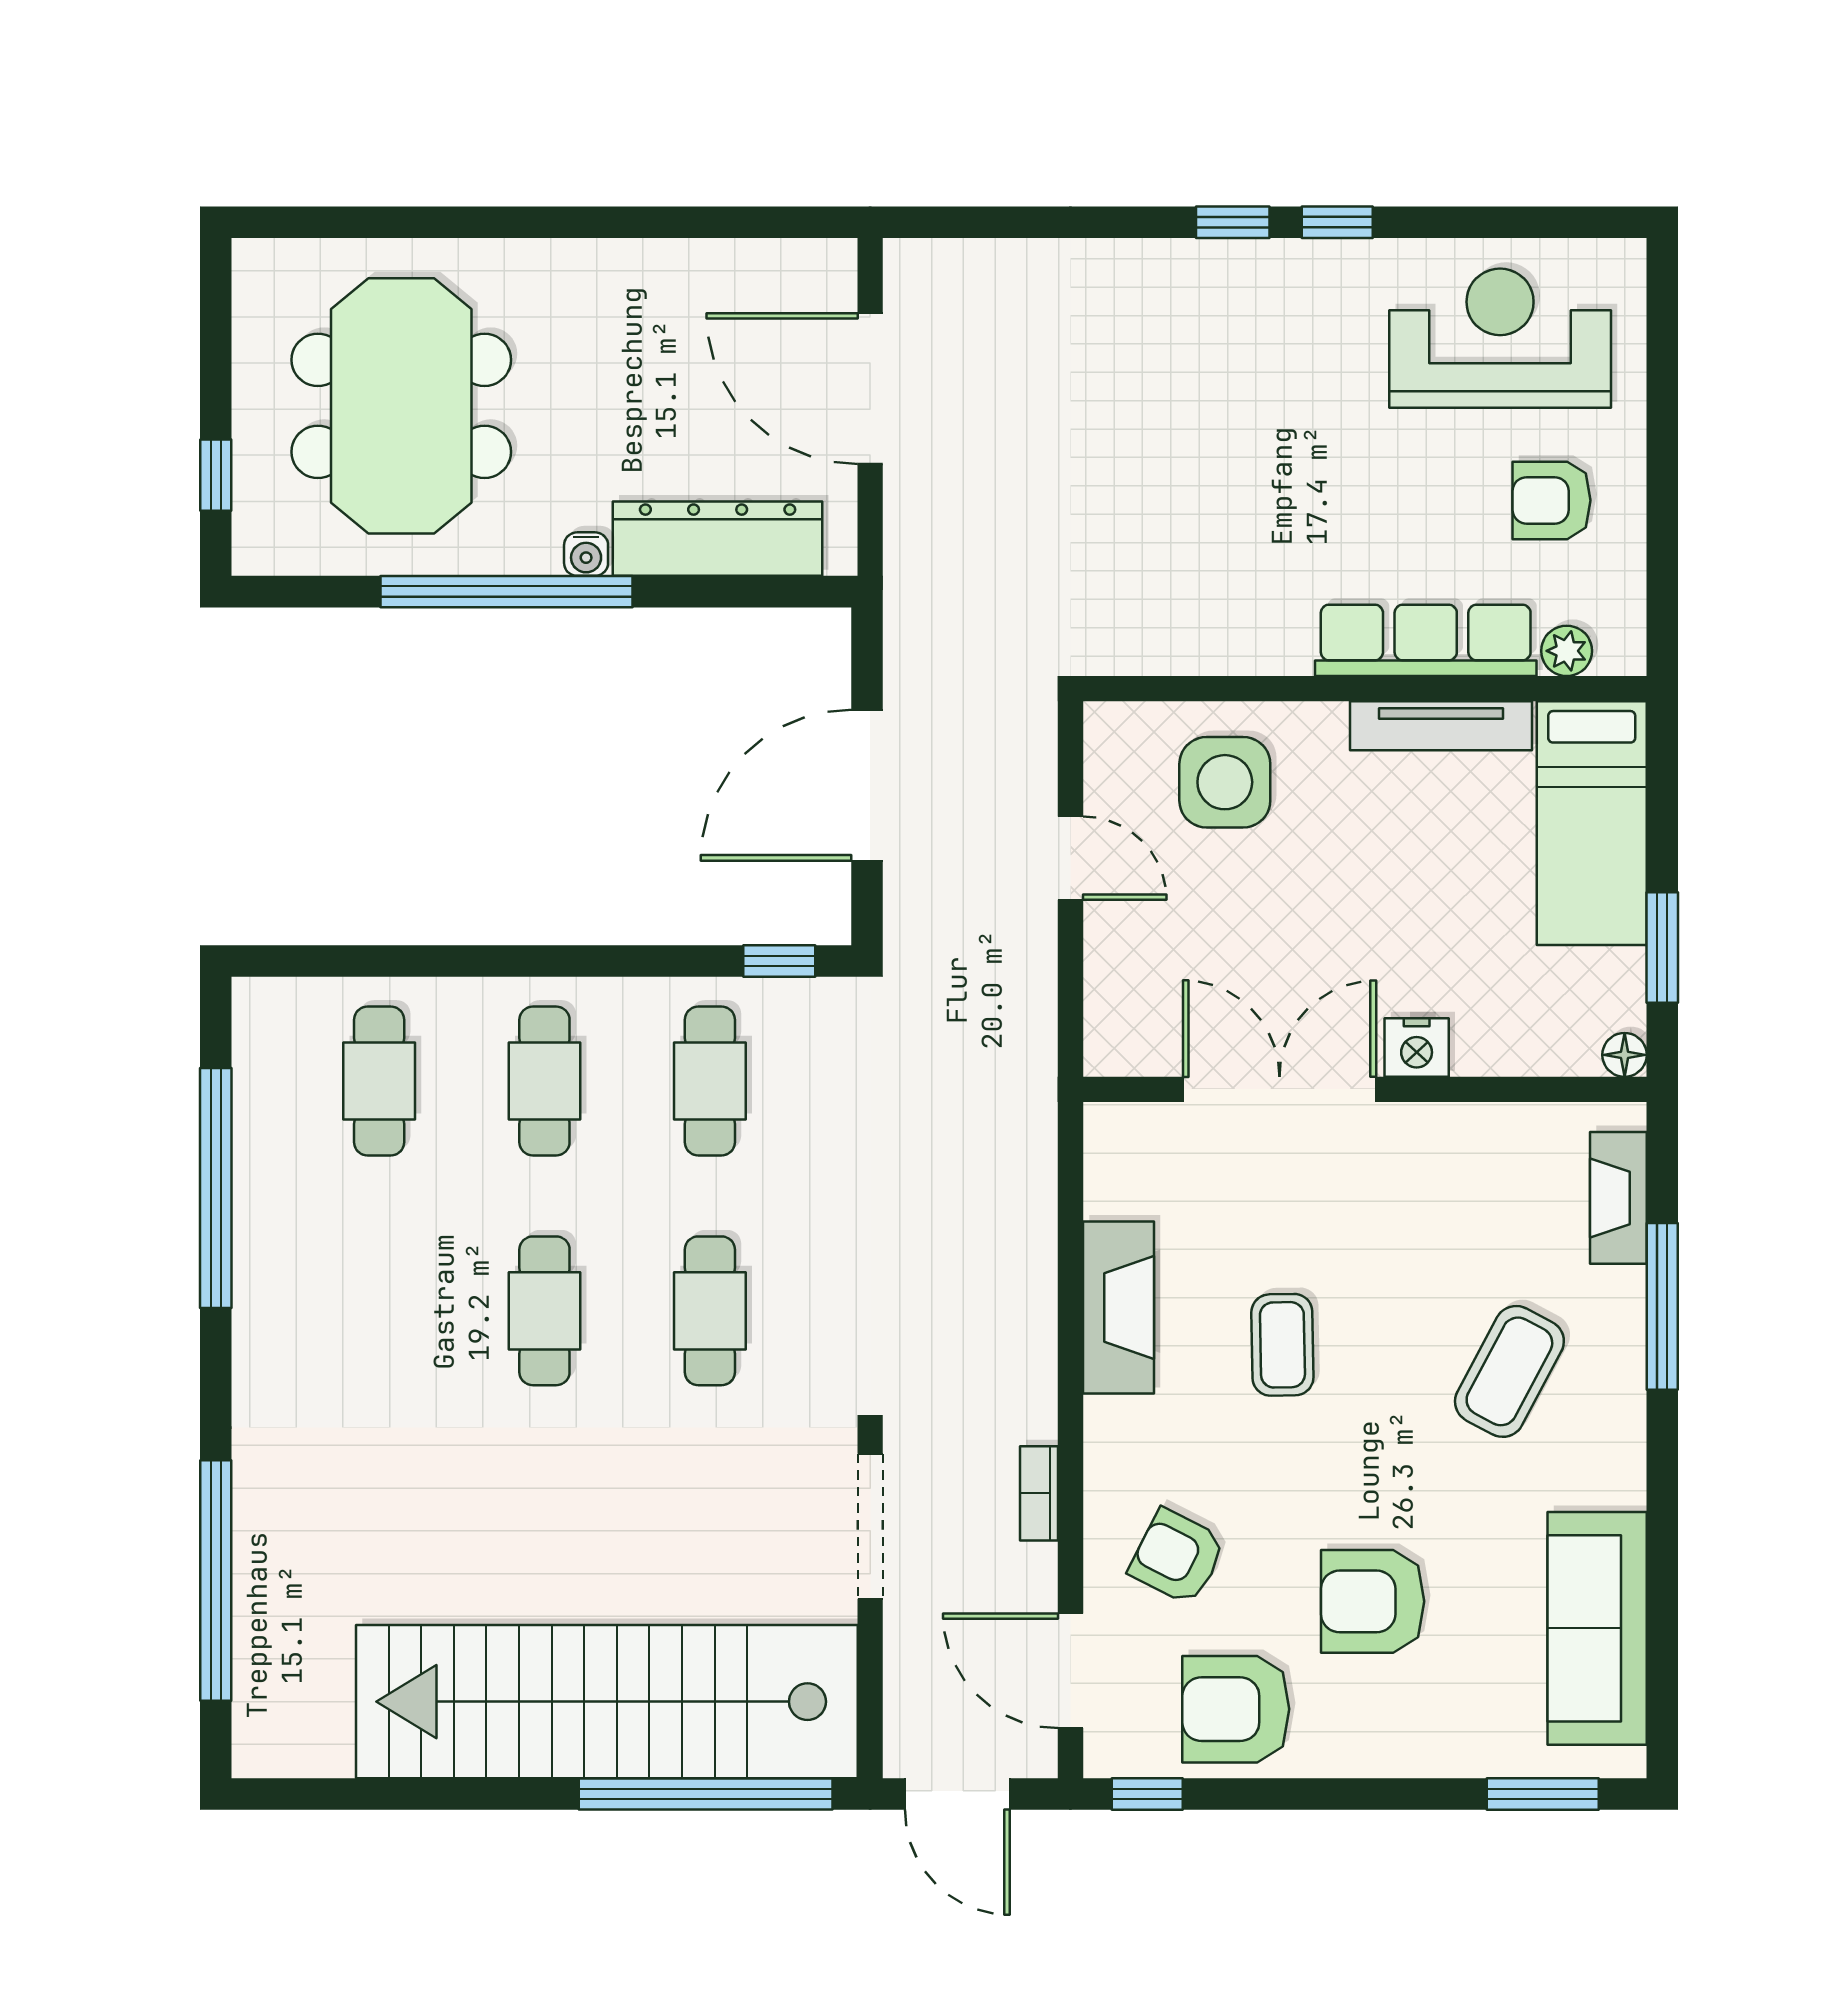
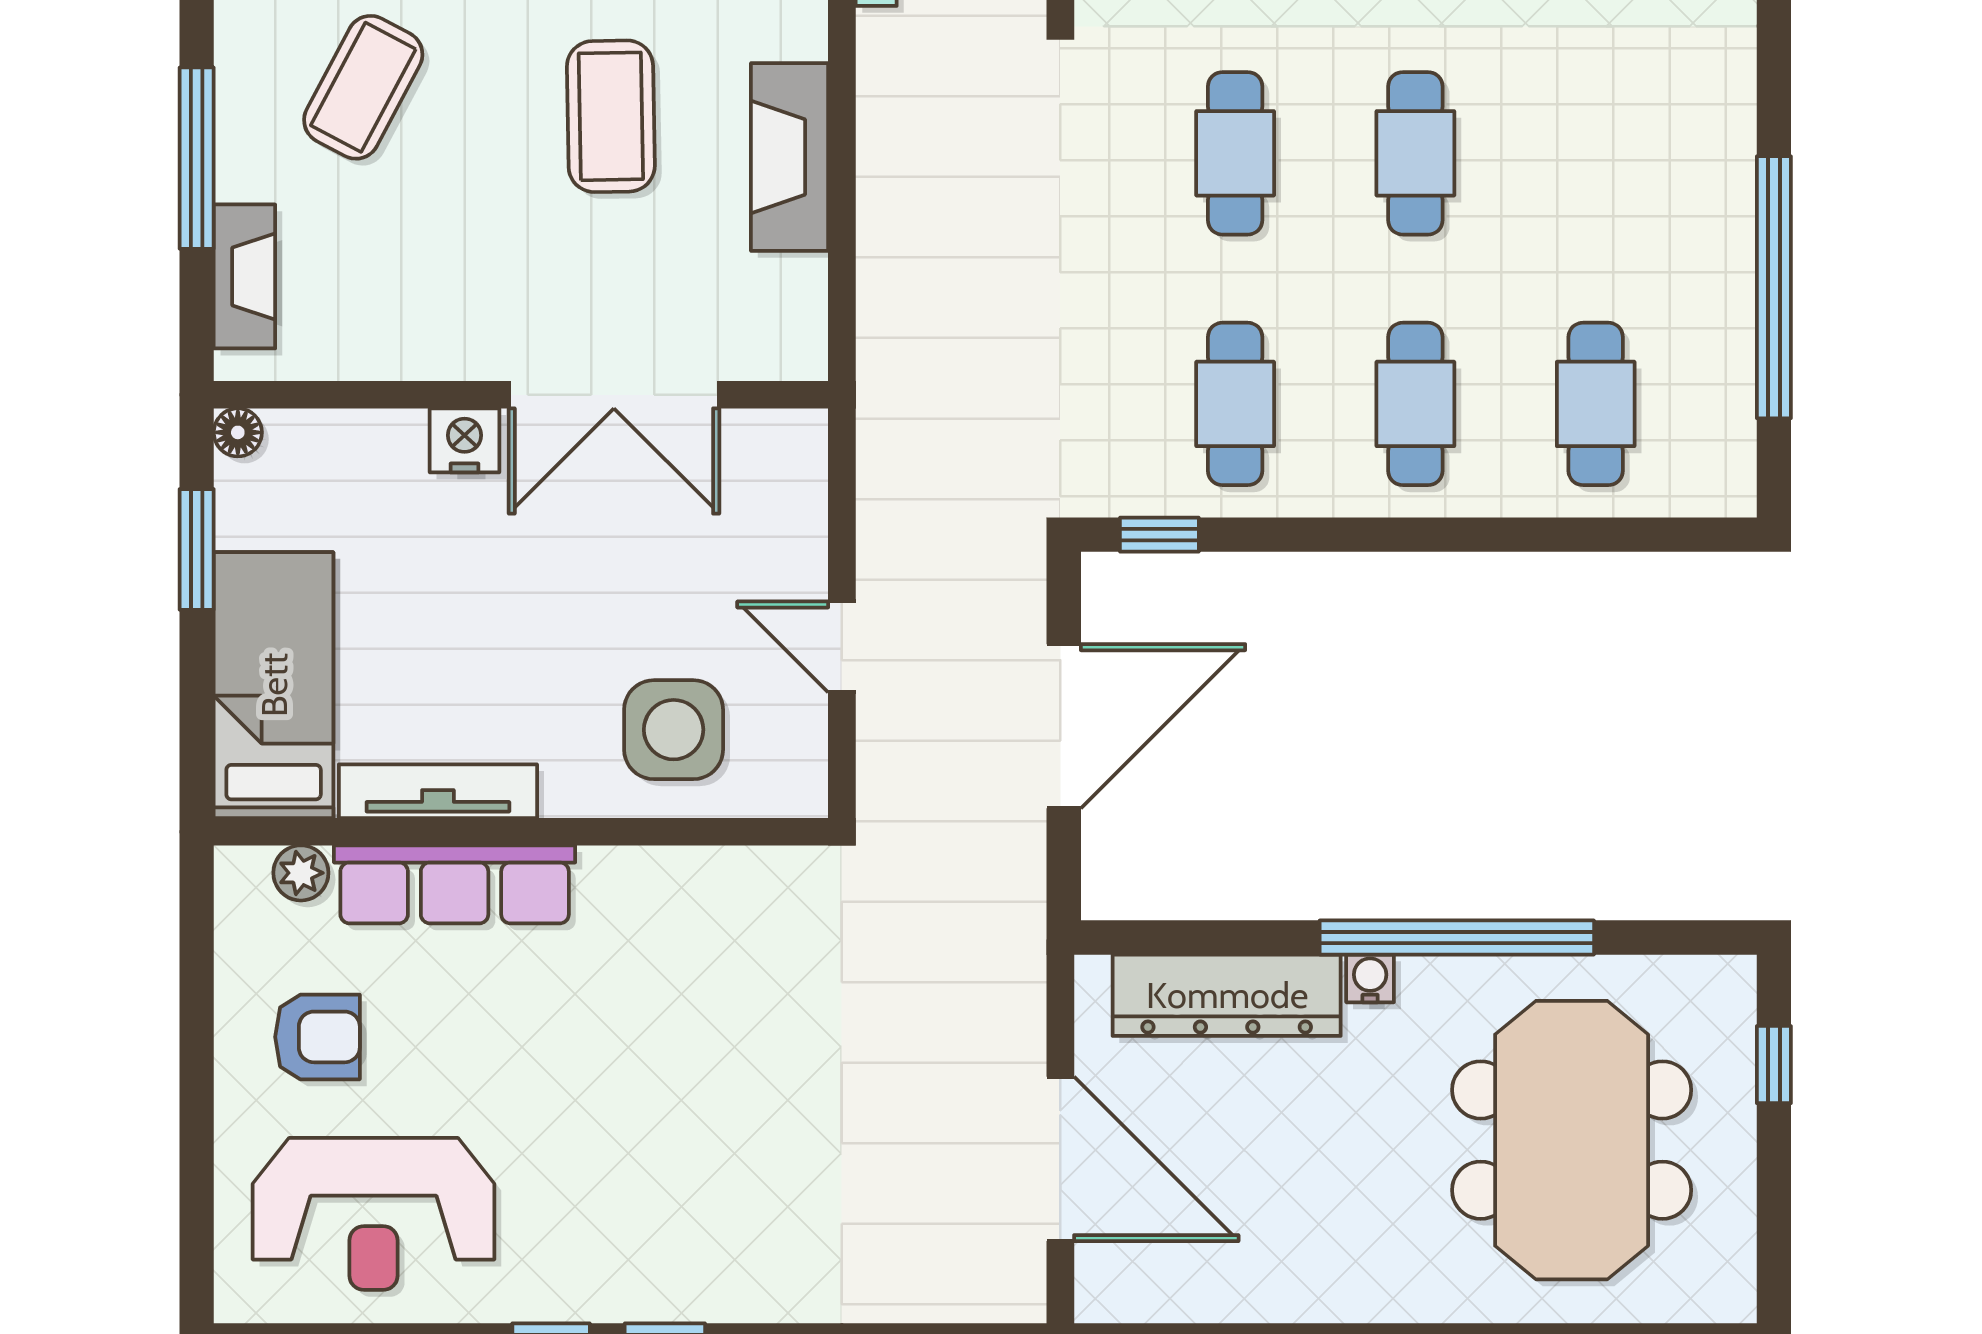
coffee table: (1282, 1345) -> (611, 116), width x1.36, depth x1.30

